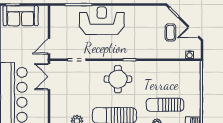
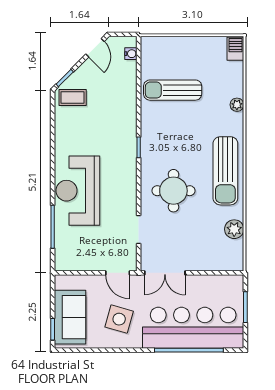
coffee table: (170, 32) -> (73, 97), moved
side table: (19, 47) -> (119, 319), added
round table: (118, 79) -> (173, 191), moved
sun lounger: (165, 105) -> (173, 90), moved, turned 90

